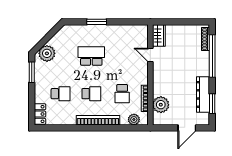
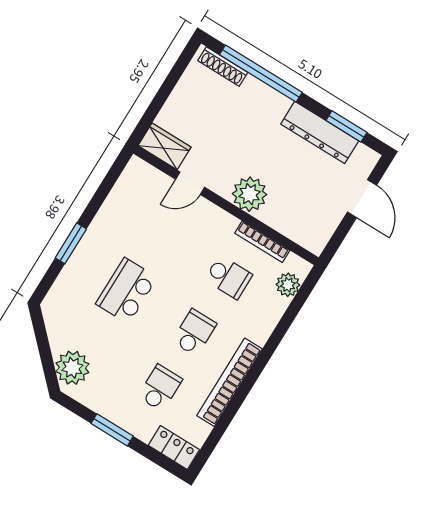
window: (32, 72) -> (112, 430), moved
plant: (161, 105) -> (250, 194), moved
bookcase: (98, 120) -> (230, 382), moved

